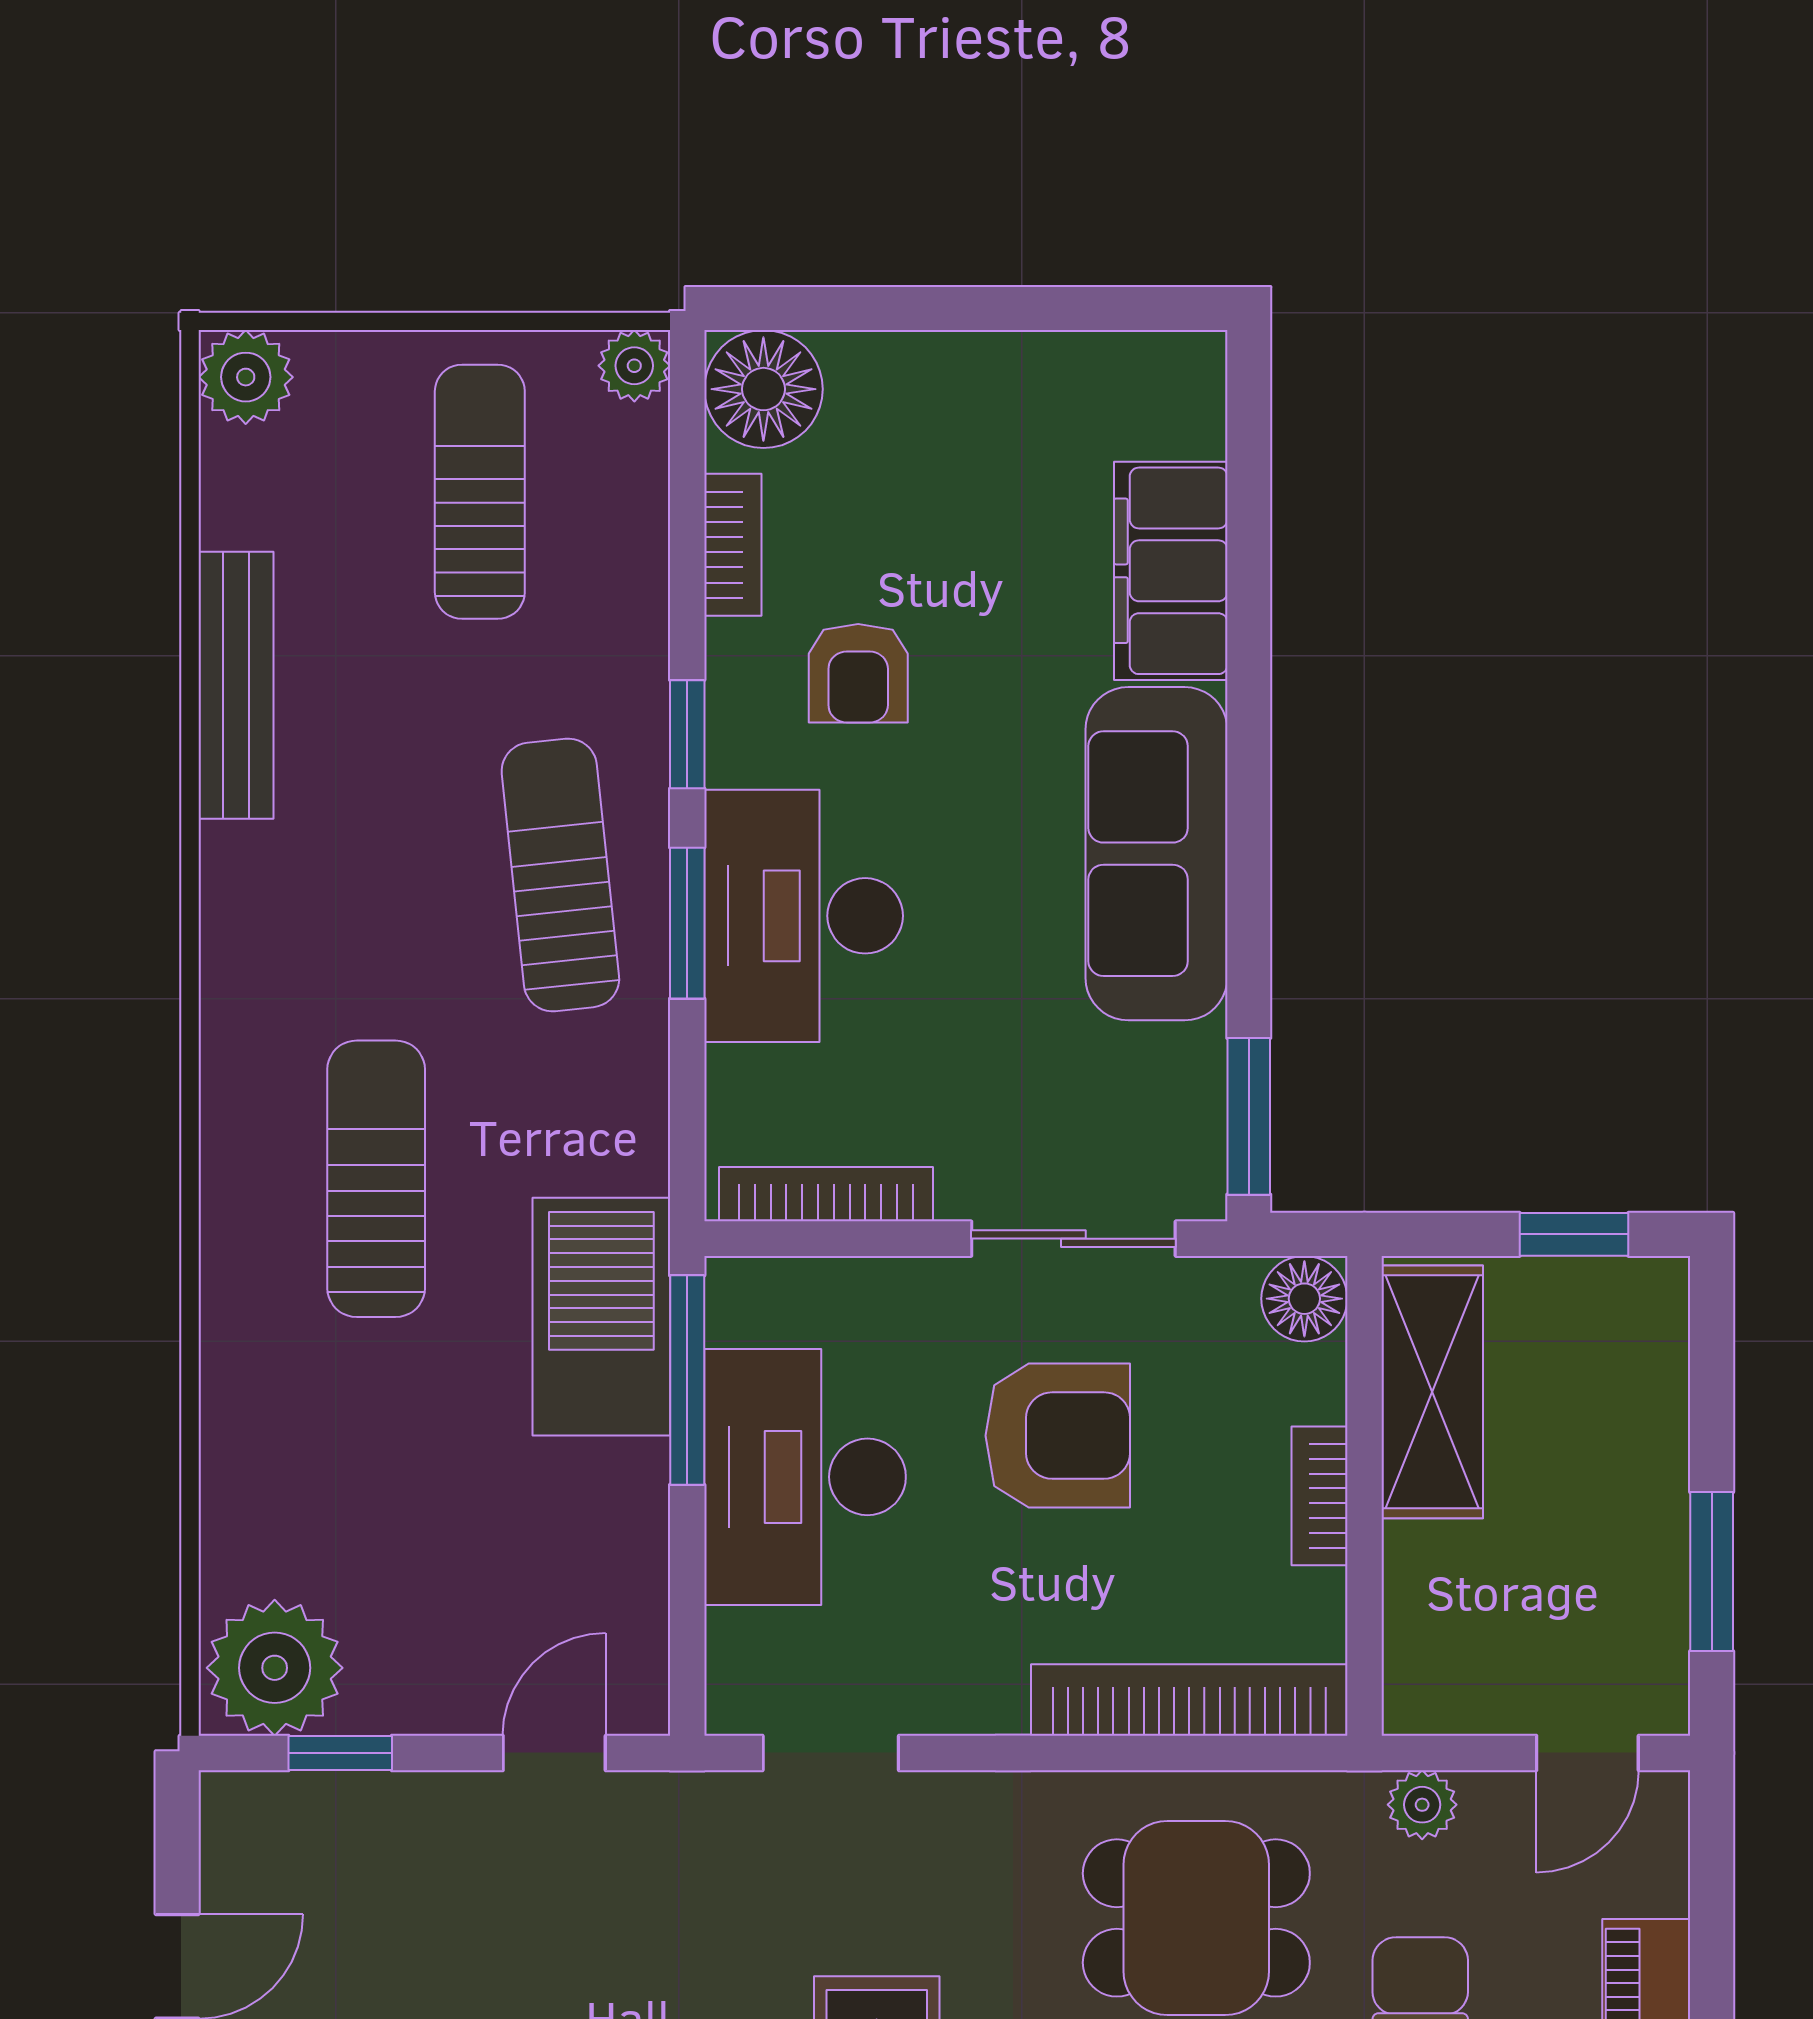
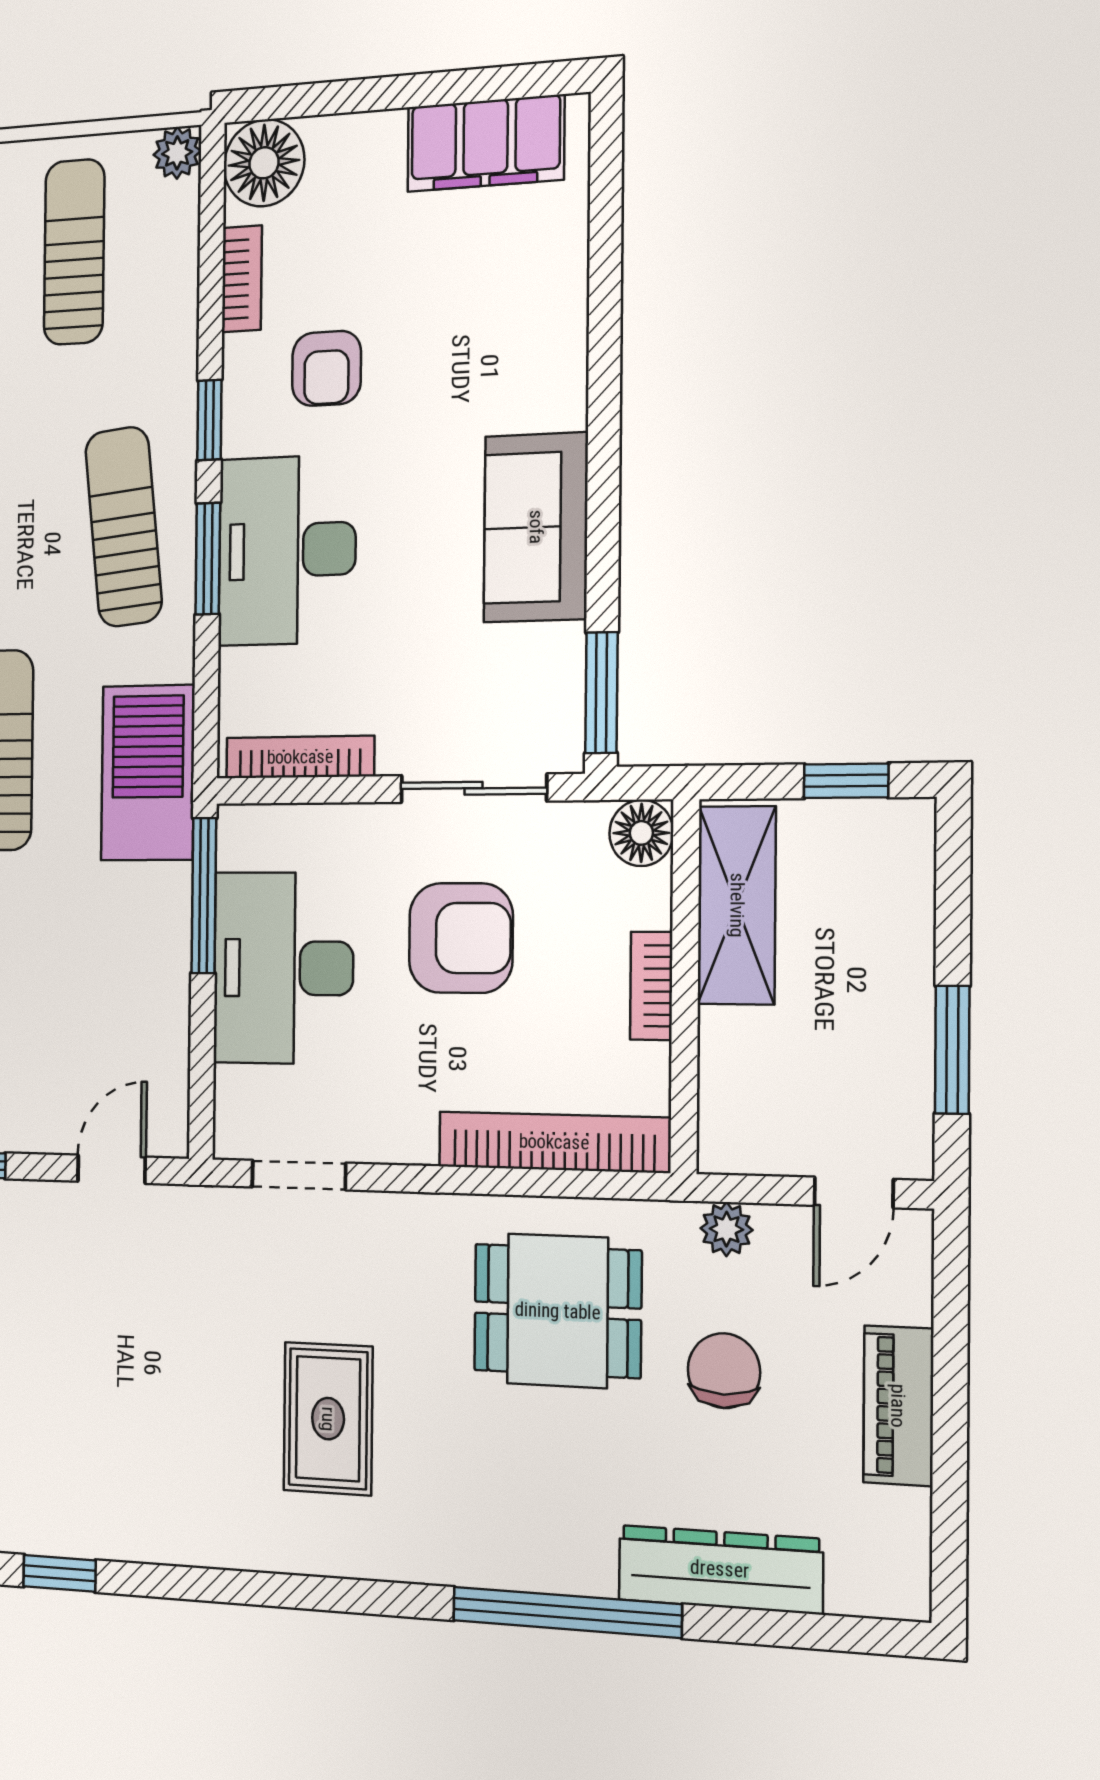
filing cabinet: (1171, 571) -> (486, 143), moved, turned -90
sofa: (1156, 854) -> (536, 527), width x0.73
barbecue: (601, 1317) -> (148, 773), moved

